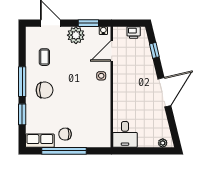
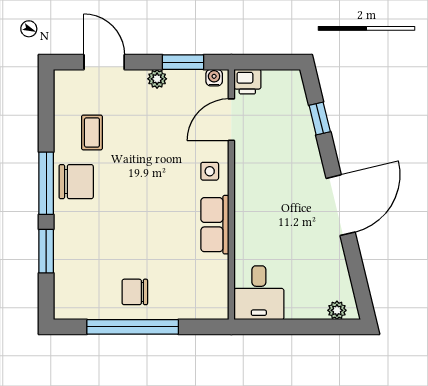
printer: (134, 33) -> (247, 82), moved
plant: (76, 35) -> (157, 79), width x0.53, depth x0.53
chair: (45, 90) -> (76, 182), moved
row of seats: (40, 141) -> (215, 225), moved, turned -90

